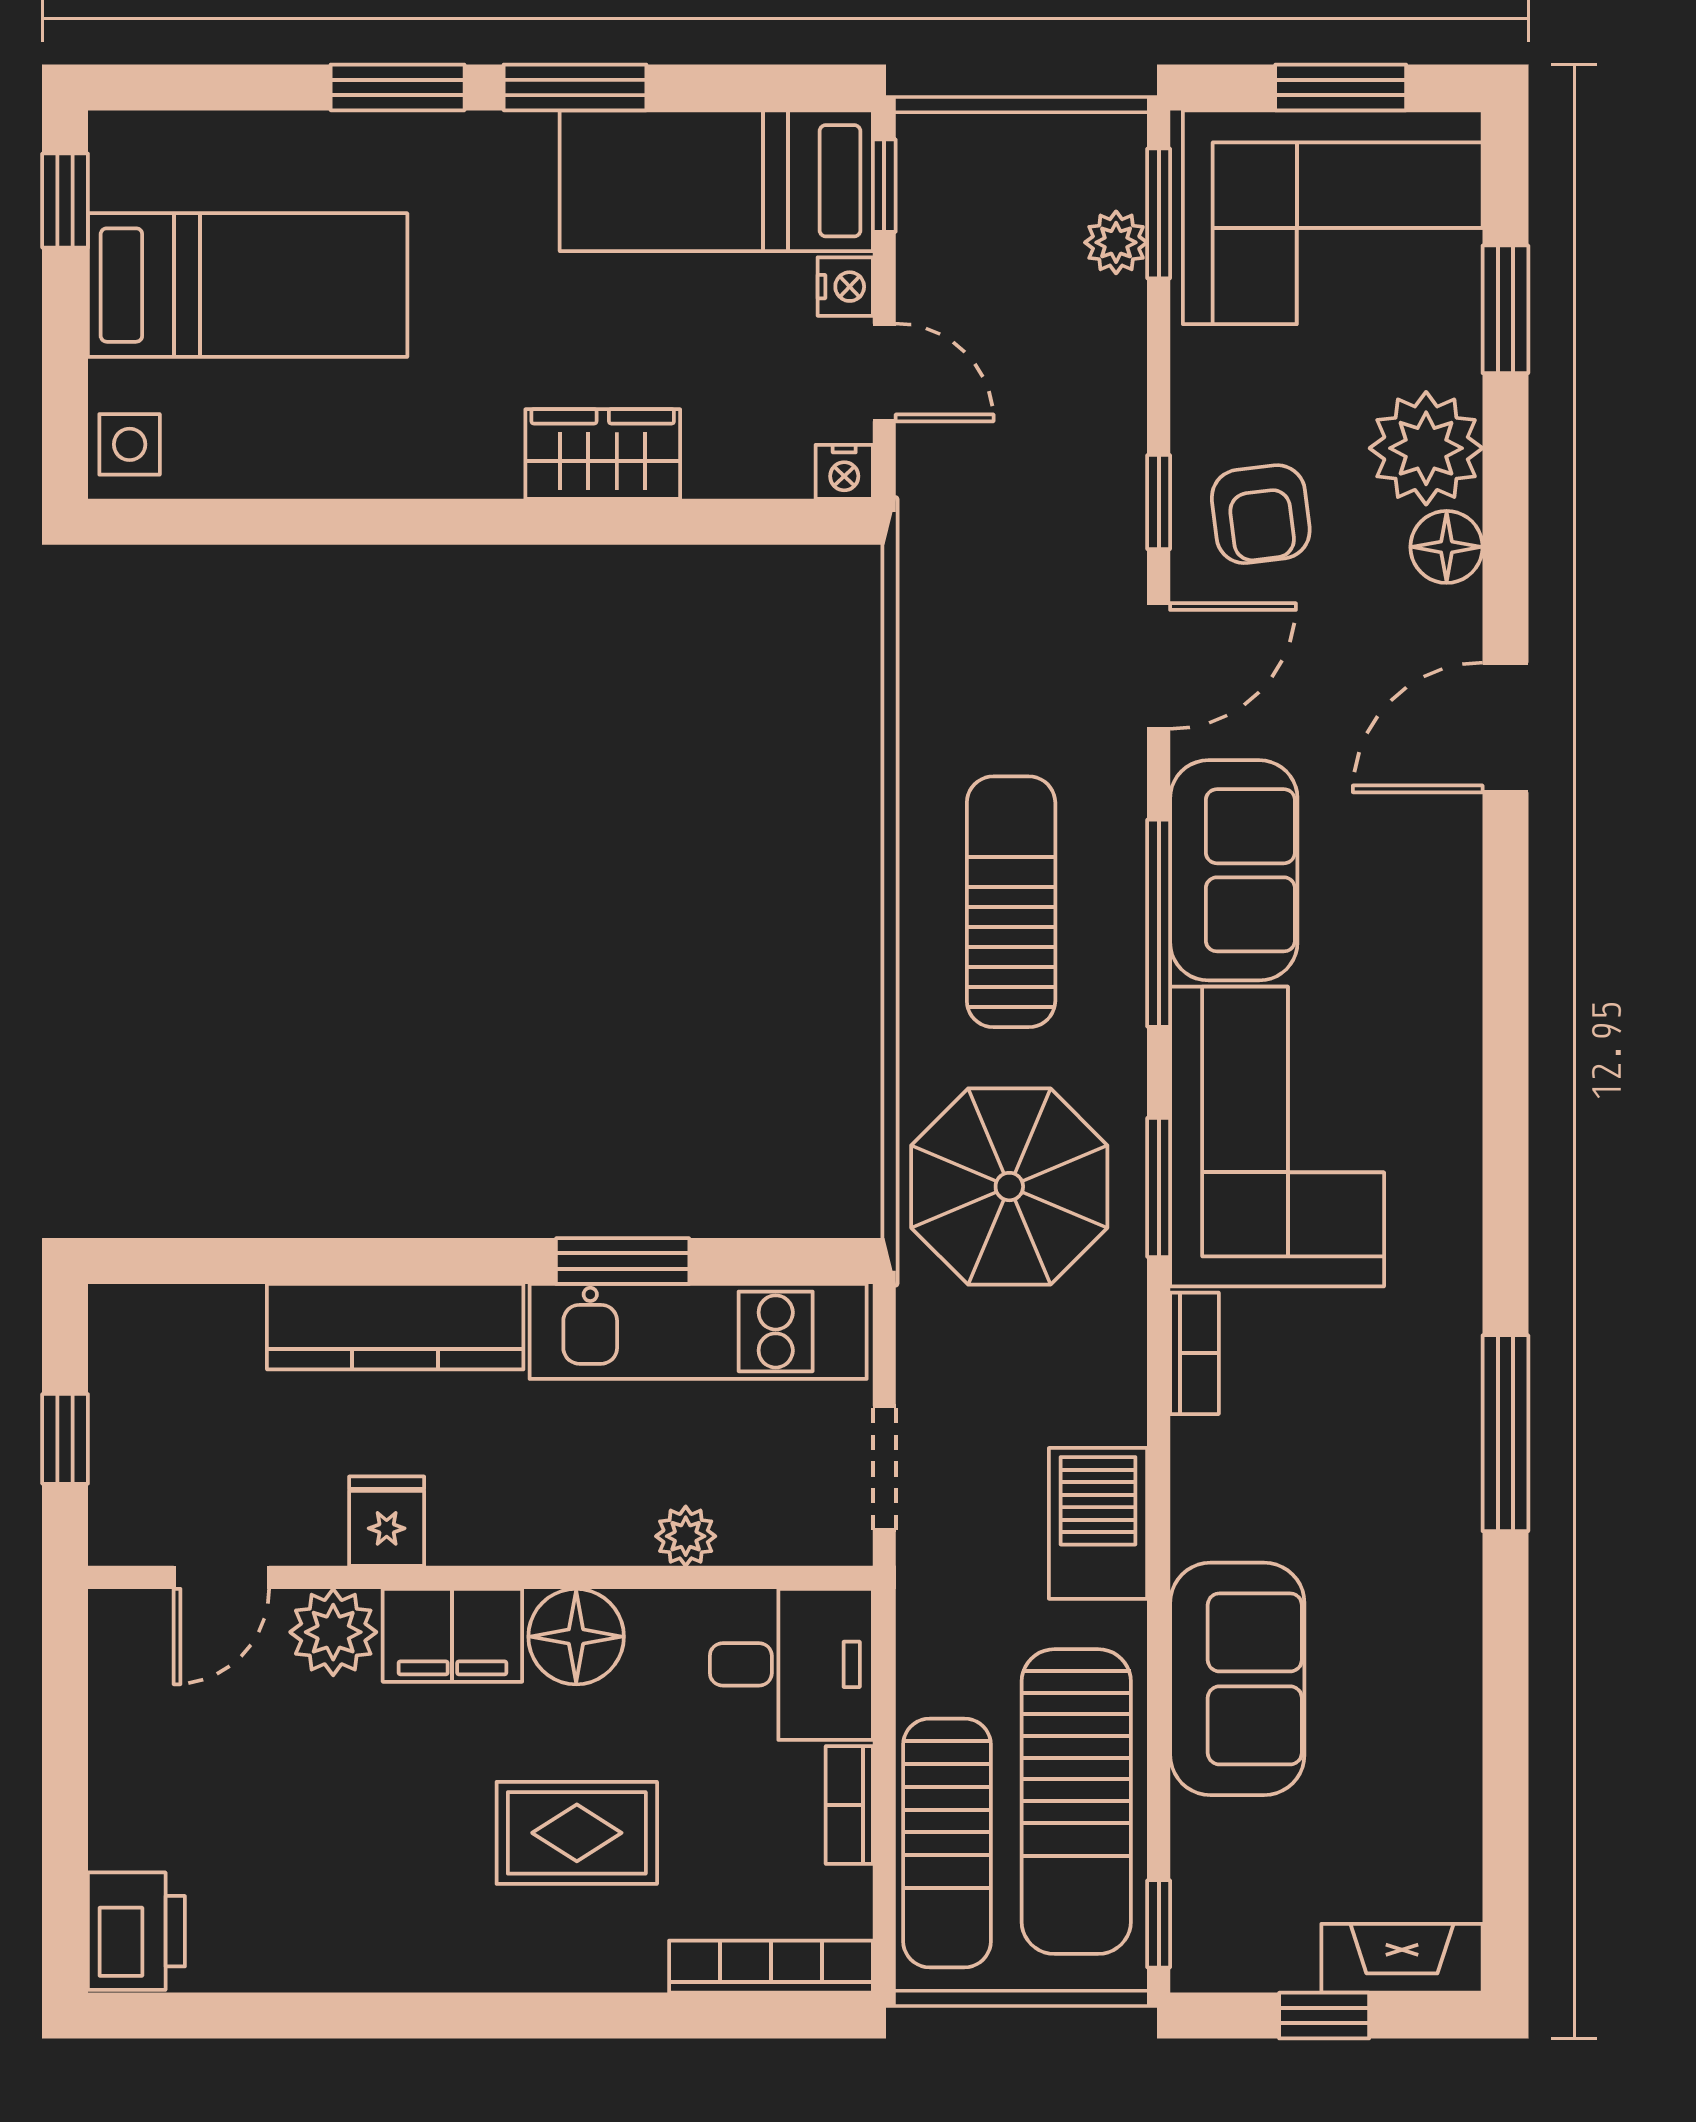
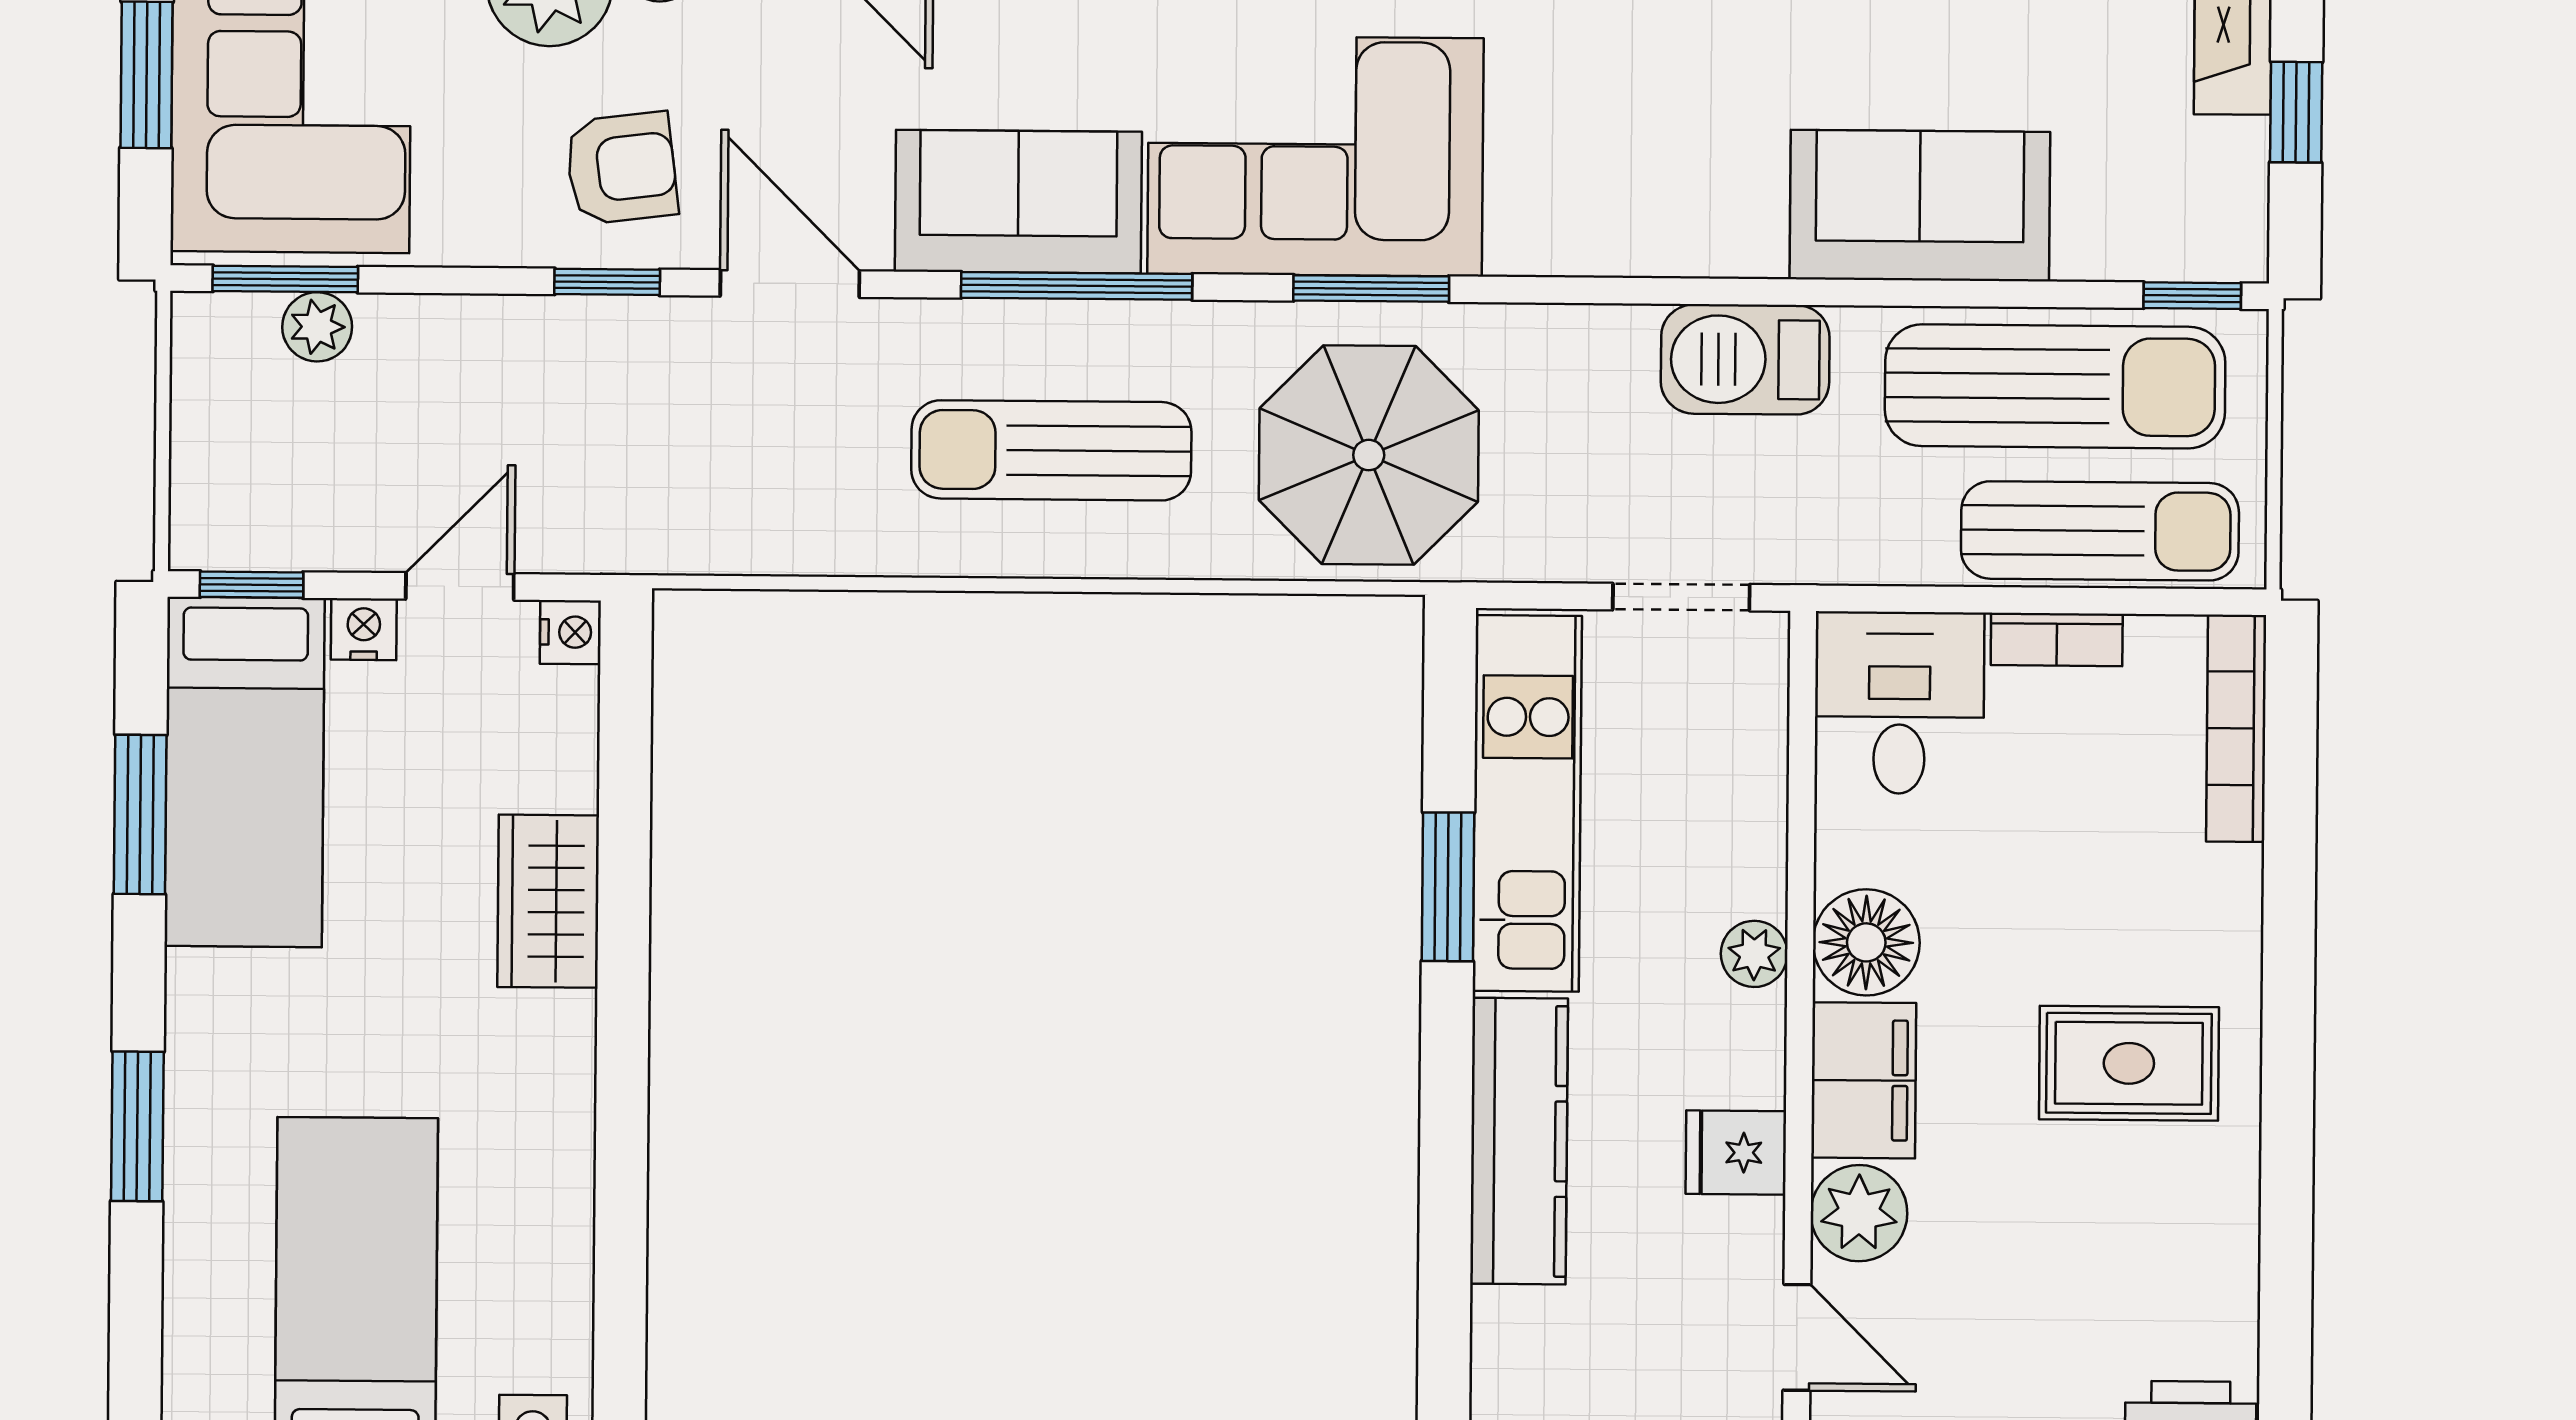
window: (575, 87) -> (140, 814), moved
bookcase: (1194, 1353) -> (1556, 250), removed
plant: (686, 1536) -> (1754, 954), moved
rug: (577, 1833) -> (2129, 1063), moved, turned 90

